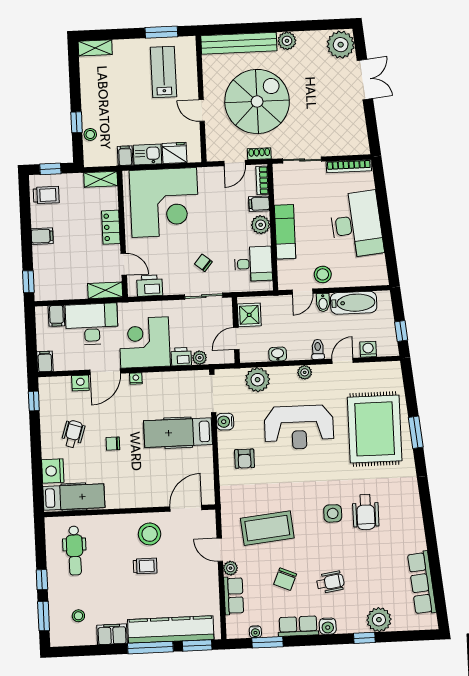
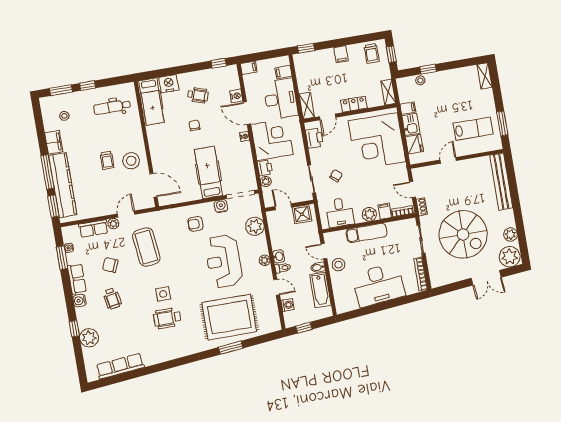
plant: (287, 41) -> (510, 235), moved
spiral stairs: (257, 101) -> (463, 234), moved
washbasin: (278, 354) -> (279, 256), moved

